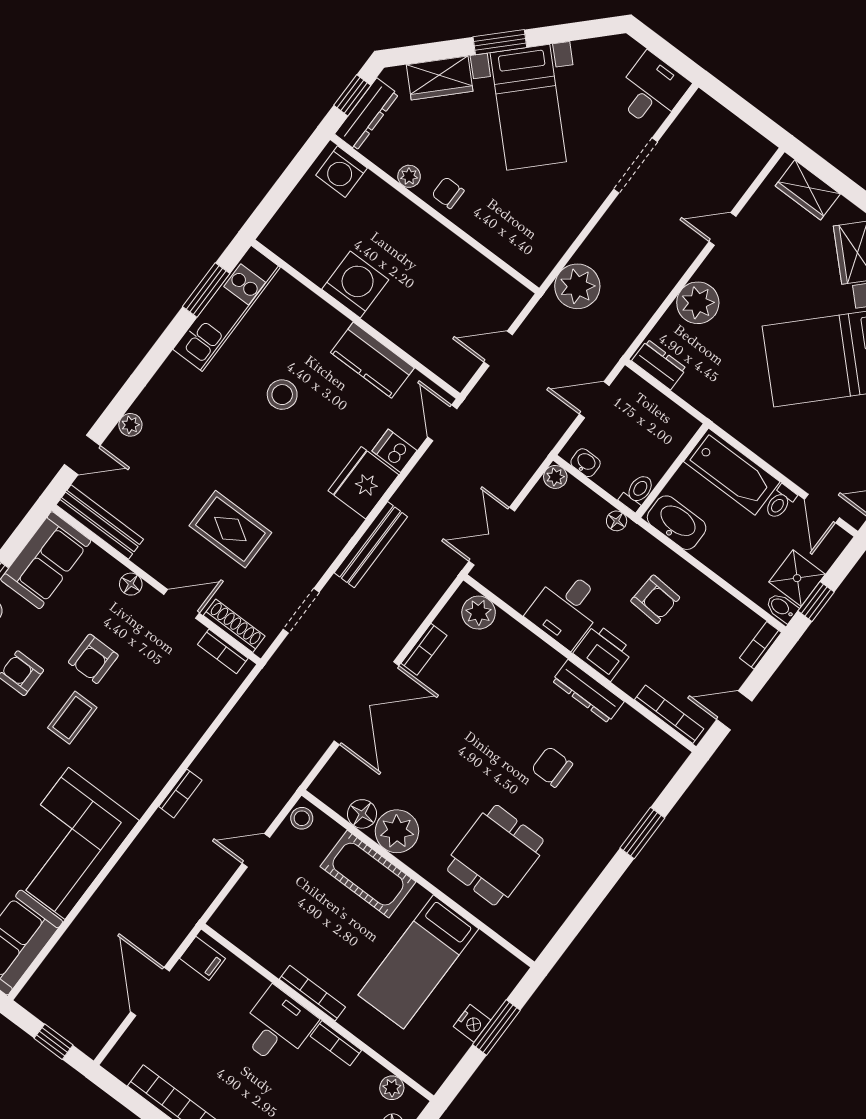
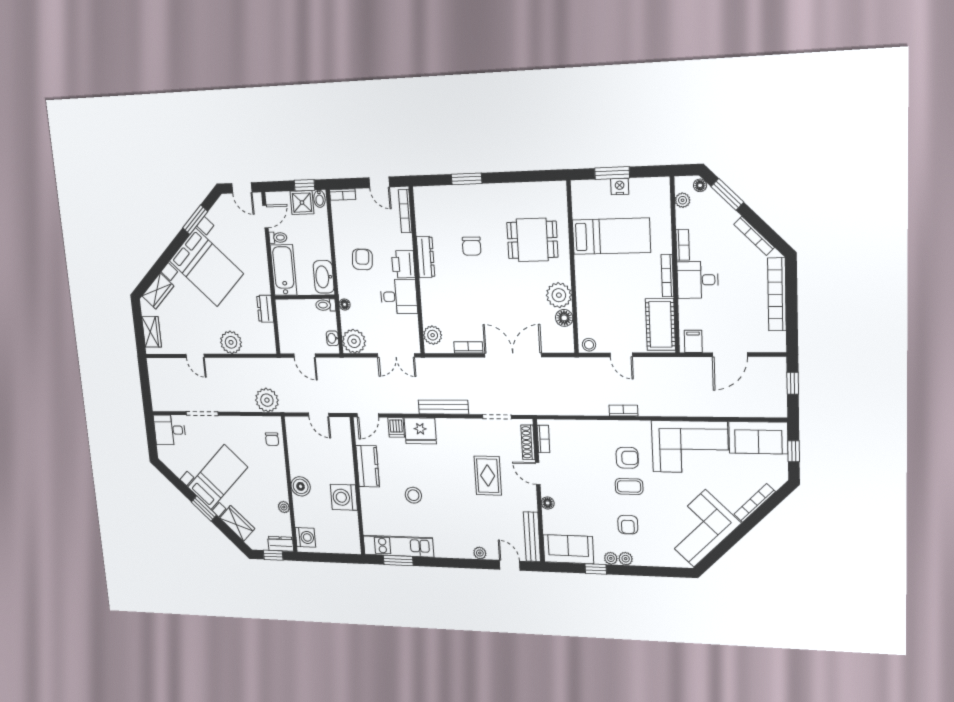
dresser: (367, 114) -> (281, 544), width x0.70
chair: (448, 193) -> (272, 439), moved
boiler: (419, 230) -> (301, 486), added
dresser: (659, 365) -> (265, 309), moved
plant: (555, 477) -> (354, 341), width x1.88, depth x1.88
armchair: (93, 659) -> (627, 458), moved
cot: (368, 874) -> (660, 324), moved

